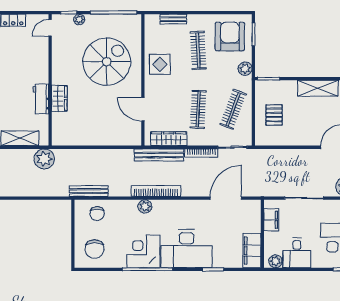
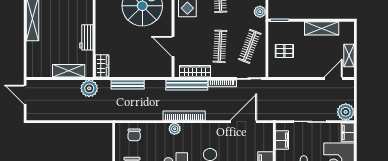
wardrobe: (59, 98) -> (102, 66), moved
pallet: (274, 115) -> (284, 51), turned 90
bench: (89, 191) -> (128, 84), moved

